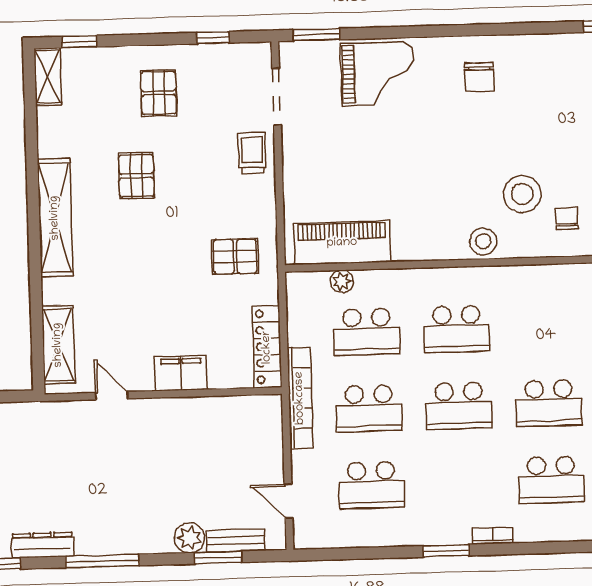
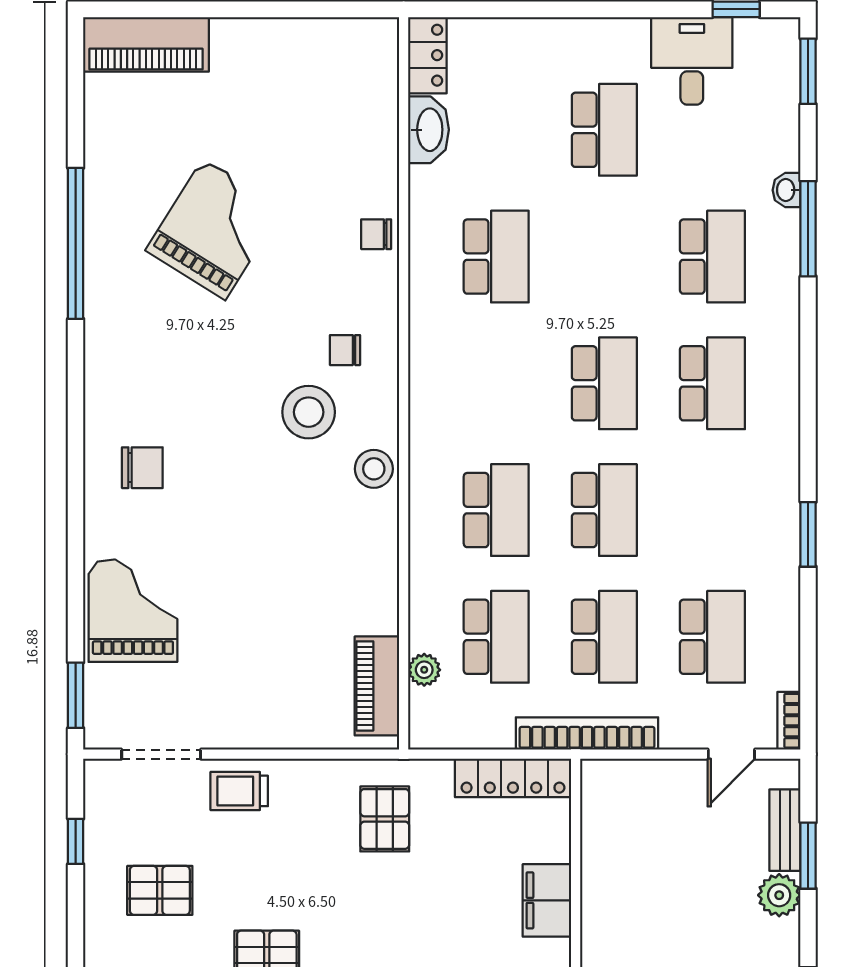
pallet: (159, 93) -> (160, 890), moved
piano: (342, 243) -> (377, 686), width x0.73, depth x0.75
bookcase: (493, 536) -> (789, 721), moved

